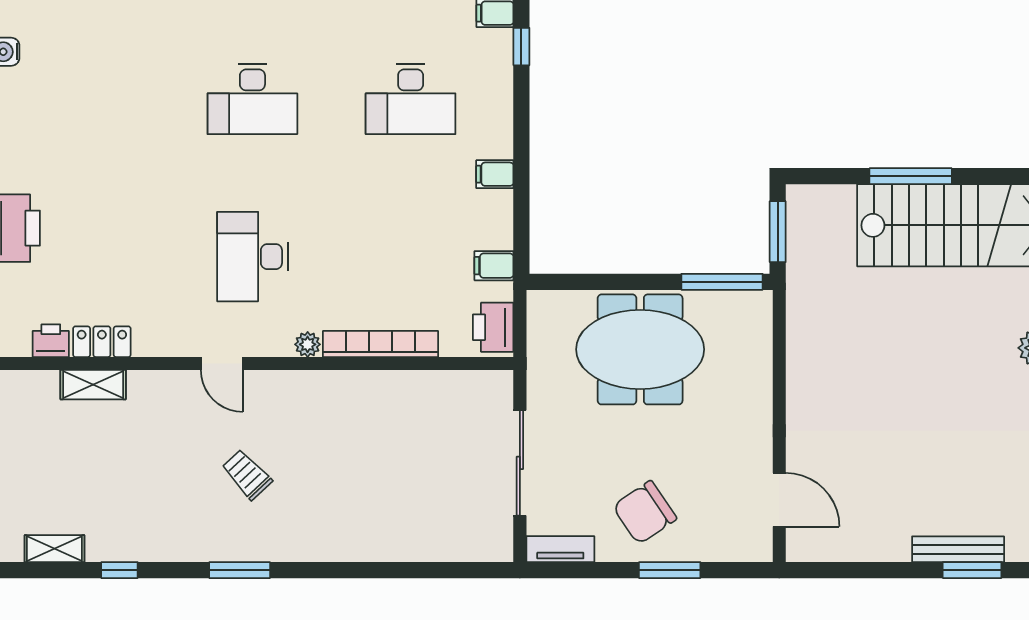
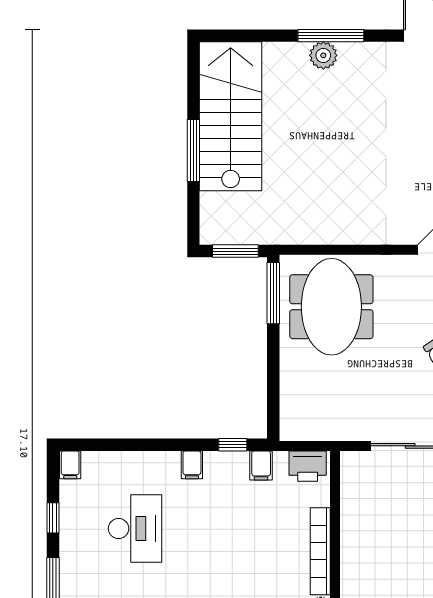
window: (521, 47) -> (233, 445), moved
meeting table: (640, 349) -> (331, 307), moved

